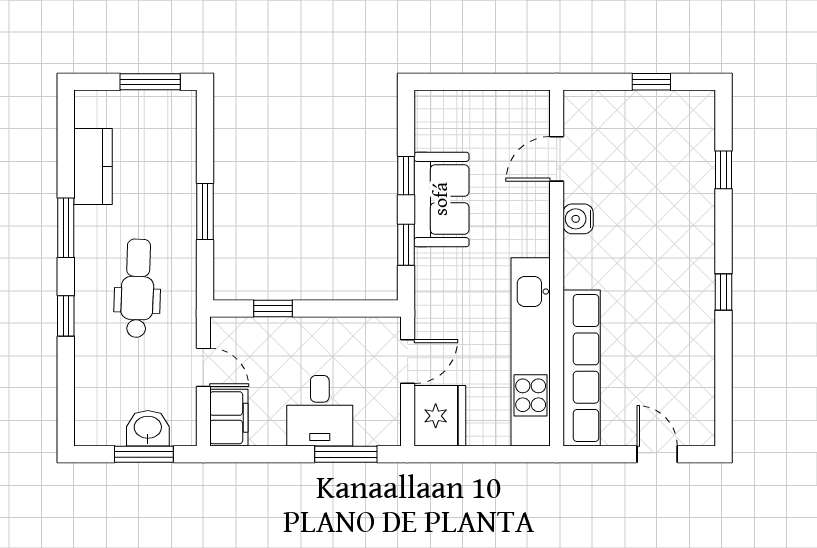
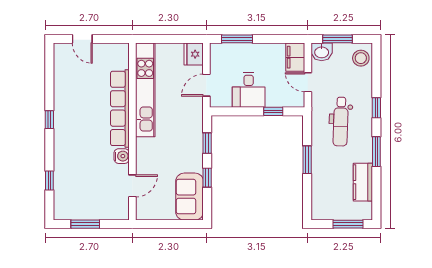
window: (150, 82) -> (348, 224), moved
window: (651, 82) -> (85, 224), width x1.50
sofa: (441, 199) -> (190, 197), moved
row of seats: (582, 368) -> (120, 108), moved
desk: (320, 411) -> (249, 90), moved, turned 180
stool: (97, 416) -> (361, 58), added
fridge: (440, 416) -> (194, 54), width x0.73, depth x0.75
washbasin: (148, 428) -> (322, 52), moved

